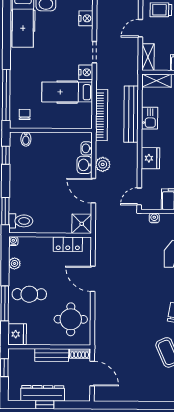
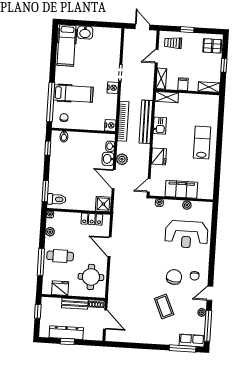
nightstand: (86, 18) -> (110, 125), moved
hospital bed: (67, 92) -> (73, 94), moved, turned 180
fridge: (17, 334) -> (60, 288), moved, turned -90

